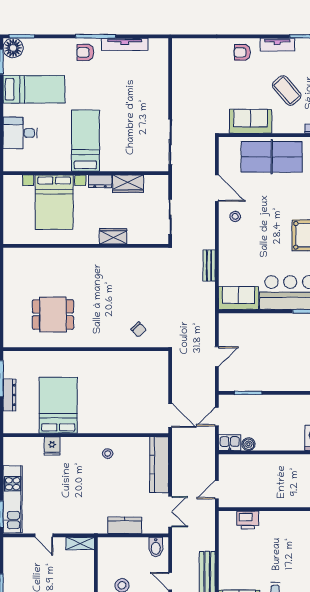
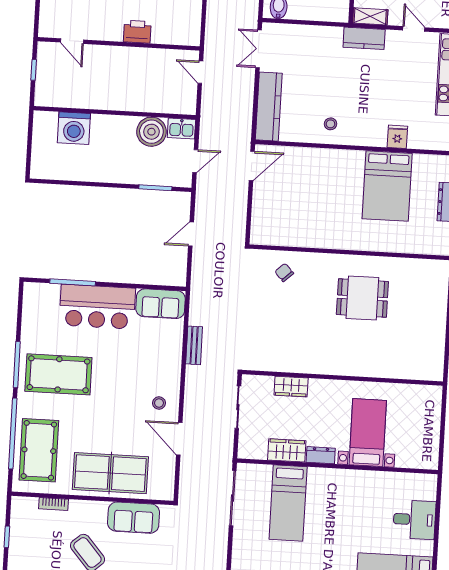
bed: (85, 141) -> (288, 503), moved
bed with nightstands: (54, 202) -> (368, 433), width x0.73
wardrobe: (113, 236) -> (291, 387), moved
dining table: (53, 314) -> (362, 298), moved
door: (170, 415) -> (252, 166), swing flipped
boiler: (248, 444) -> (151, 132), width x1.86, depth x1.86
door: (217, 490) -> (200, 72), swing flipped
printer: (248, 520) -> (137, 32), moved
kitchen counter: (125, 525) -> (364, 38), moved

